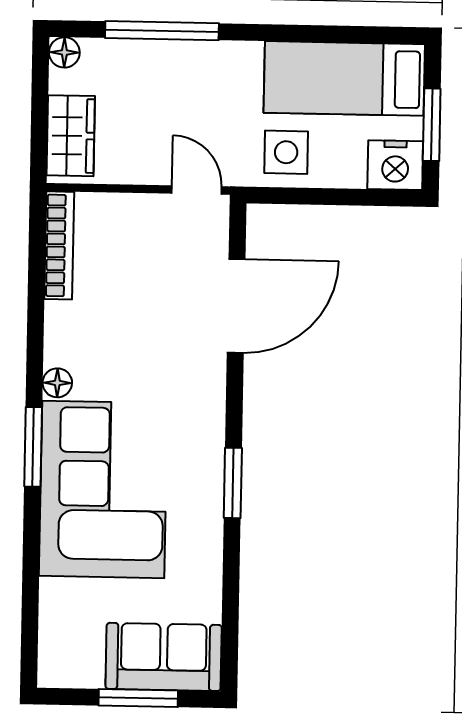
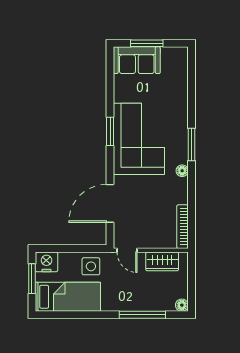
wardrobe: (71, 136) -> (162, 261), moved, turned -90
corner sofa: (103, 489) -> (139, 139), moved, turned 180

